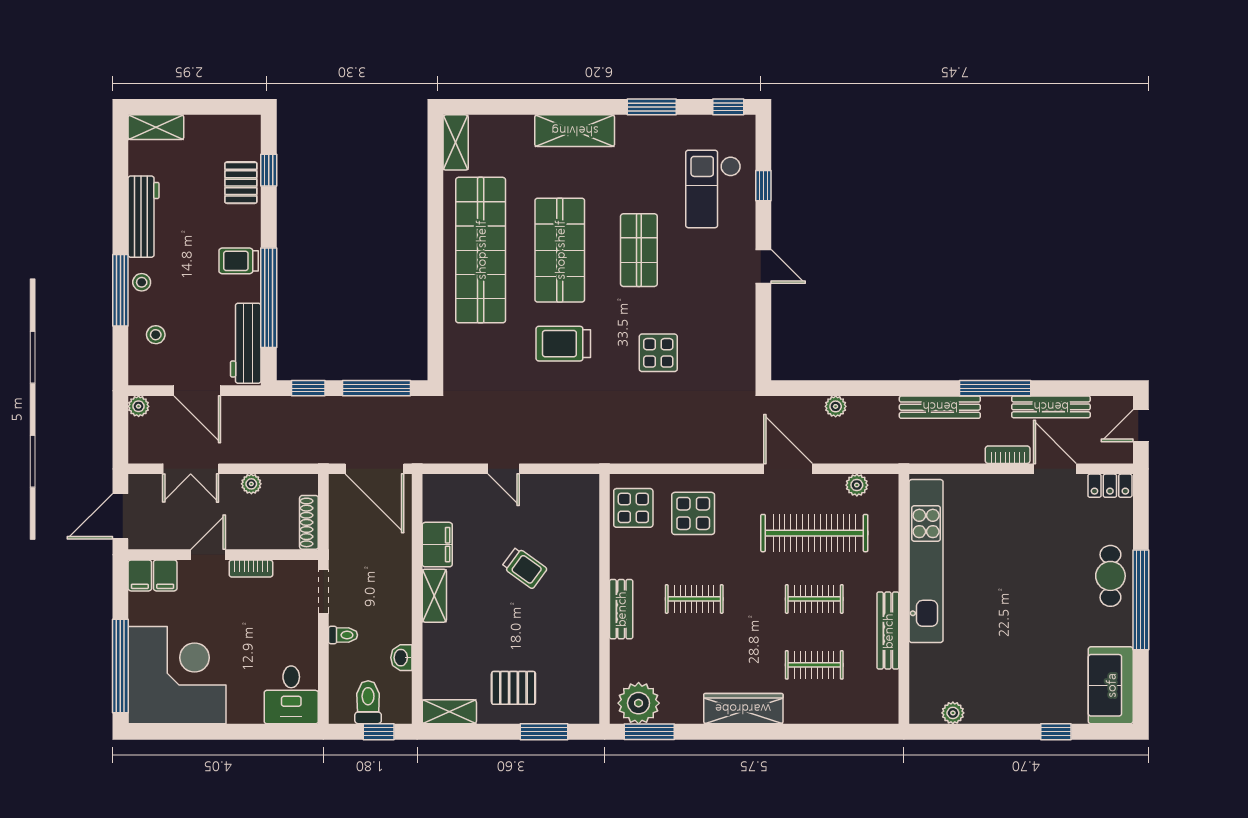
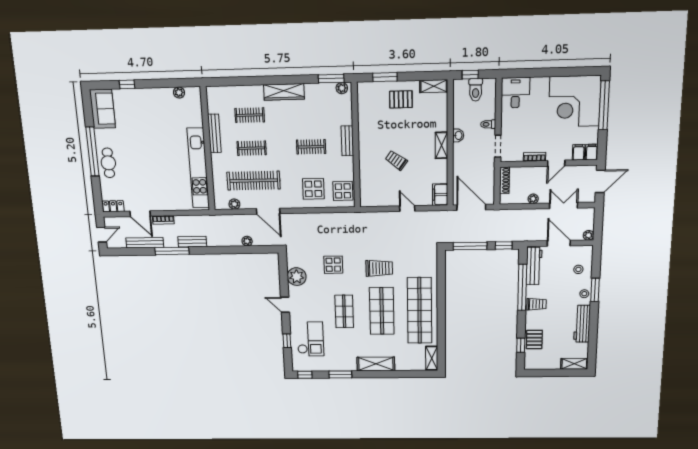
window: (120, 290) -> (595, 290), width x0.69
plant: (736, 328) -> (297, 277), added
bench: (940, 407) -> (192, 242), width x0.73
filing cabinet: (437, 545) -> (440, 195), moved
washbasin: (401, 658) -> (458, 135), moved
plant: (639, 703) -> (342, 88), width x0.53, depth x0.53

